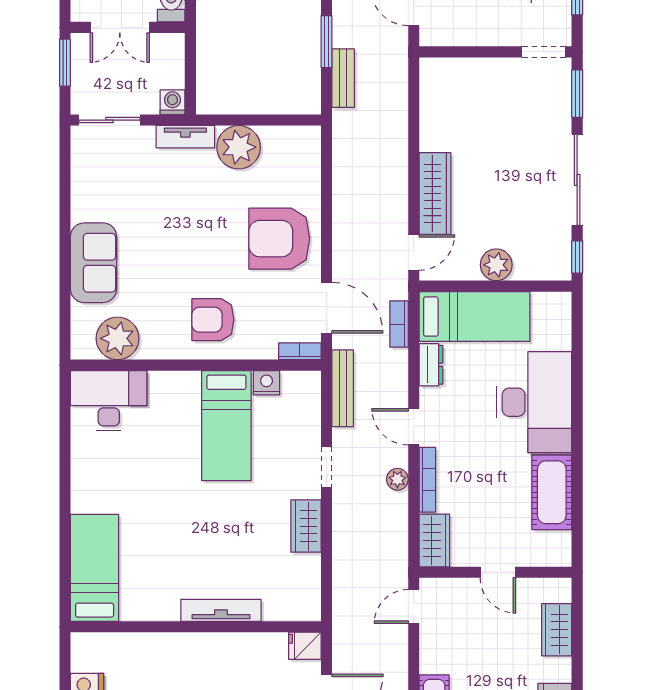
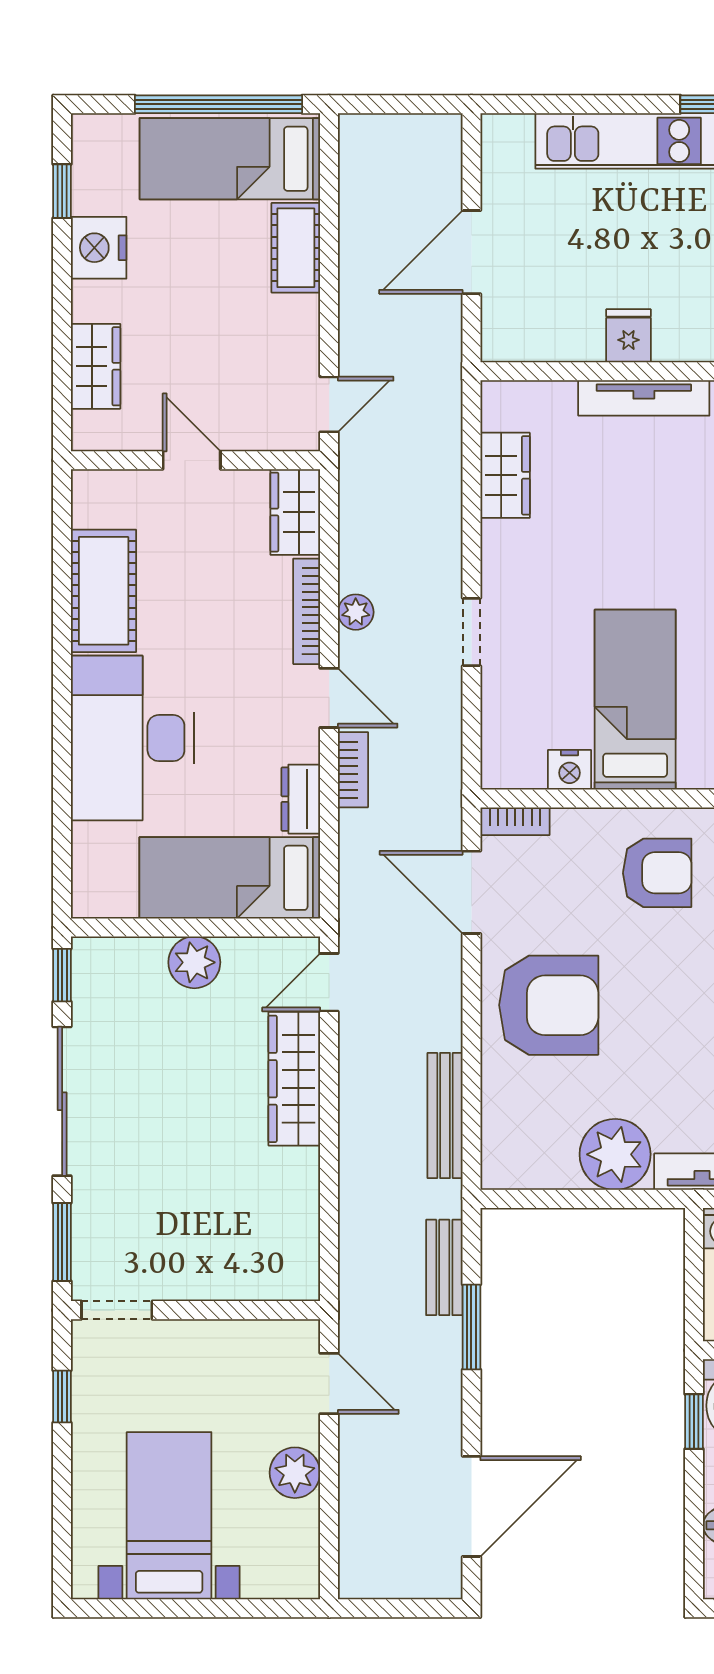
bookcase: (399, 324) -> (353, 770), moved
bench: (343, 388) -> (445, 1116), moved
wardrobe: (306, 526) -> (505, 475), moved
fridge: (305, 646) -> (629, 336), moved, turned -90

